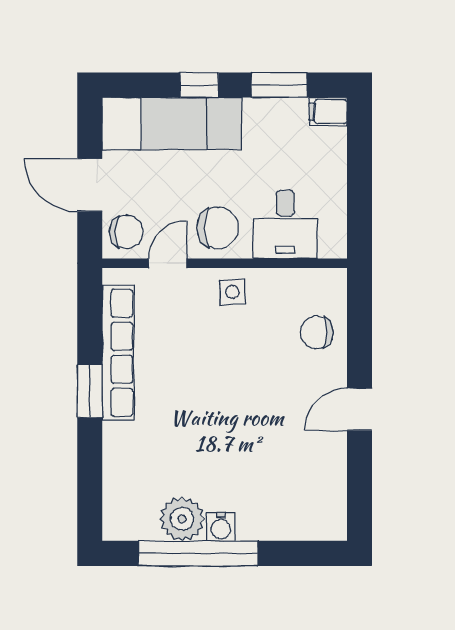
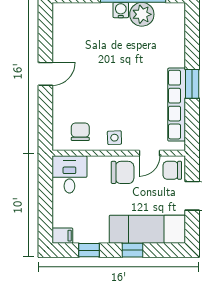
window: (279, 85) -> (89, 250), width x0.67
desk: (285, 224) -> (69, 174), moved
chair: (218, 228) -> (123, 172), turned 180
chair: (317, 332) -> (80, 132), moved, turned -90

